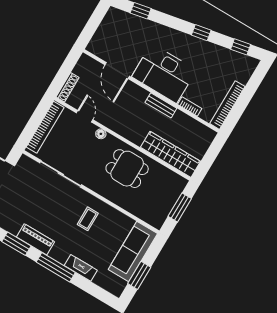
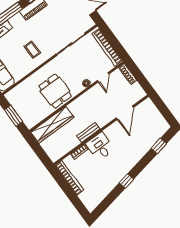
window: (241, 47) -> (105, 204), removed
door: (117, 71) -> (125, 113), swing flipped
desk: (164, 74) -> (100, 146), width x0.53, depth x0.77
door: (85, 116) -> (103, 77), hinge flipped
dining table: (127, 169) -> (55, 91), turned 90

